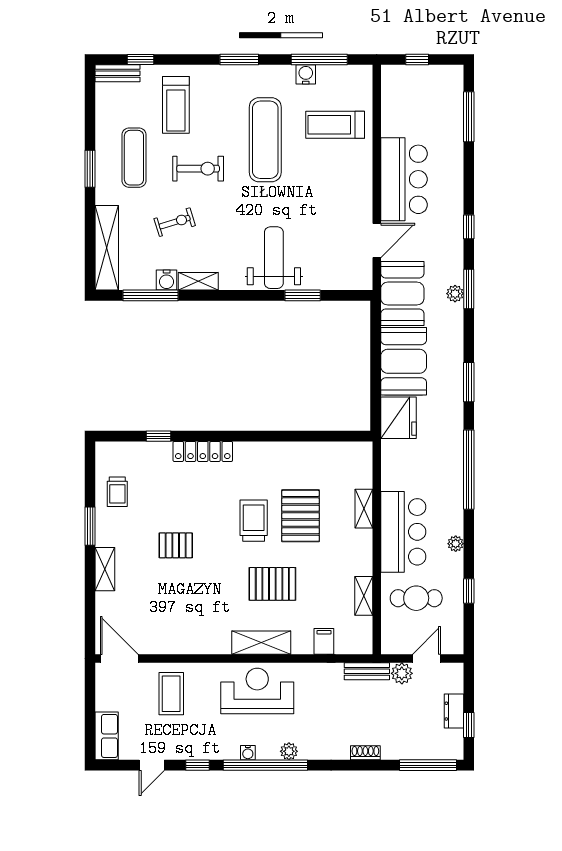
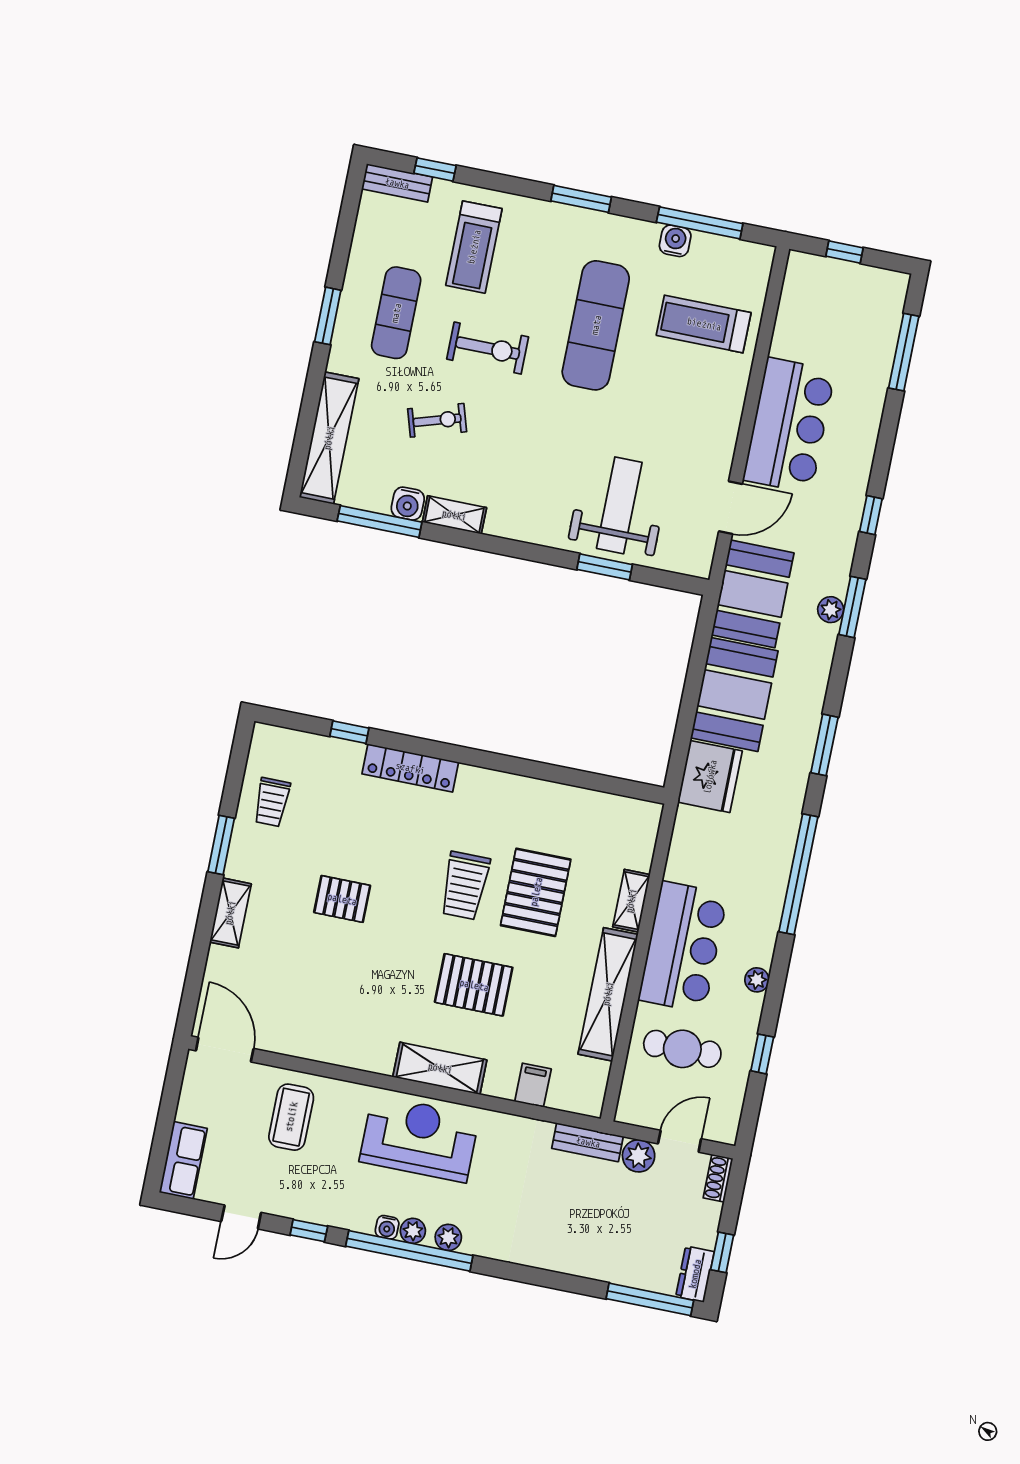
weight bench: (274, 258) -> (619, 505), moved
trolley: (254, 521) -> (465, 886), turned 180
shelving: (364, 596) -> (608, 994), width x2.20, depth x1.33
dresser: (454, 711) -> (695, 1274), moved
plant: (265, 752) -> (413, 1231), added
shoe rack: (365, 753) -> (718, 1178), moved, turned -90

